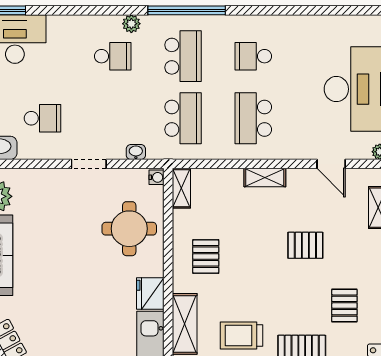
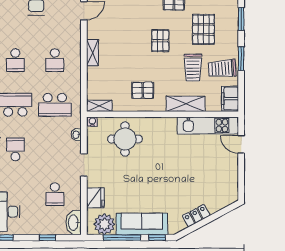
school desk: (43, 118) -> (55, 194), turned 180
school desk: (183, 118) -> (55, 105), turned 180
school desk: (253, 118) -> (55, 60), width x0.54
pallet: (305, 245) -> (160, 41), moved
fridge: (150, 293) -> (95, 198), moved, turned -90

